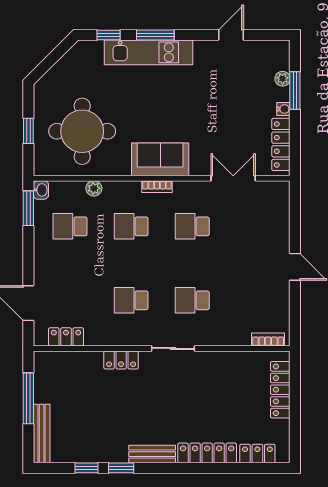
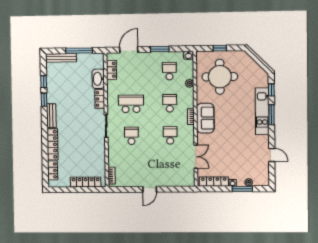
window: (28, 208) -> (160, 49), moved
school desk: (131, 300) -> (131, 104), width x1.85
washbasin: (83, 362) -> (98, 79), added

